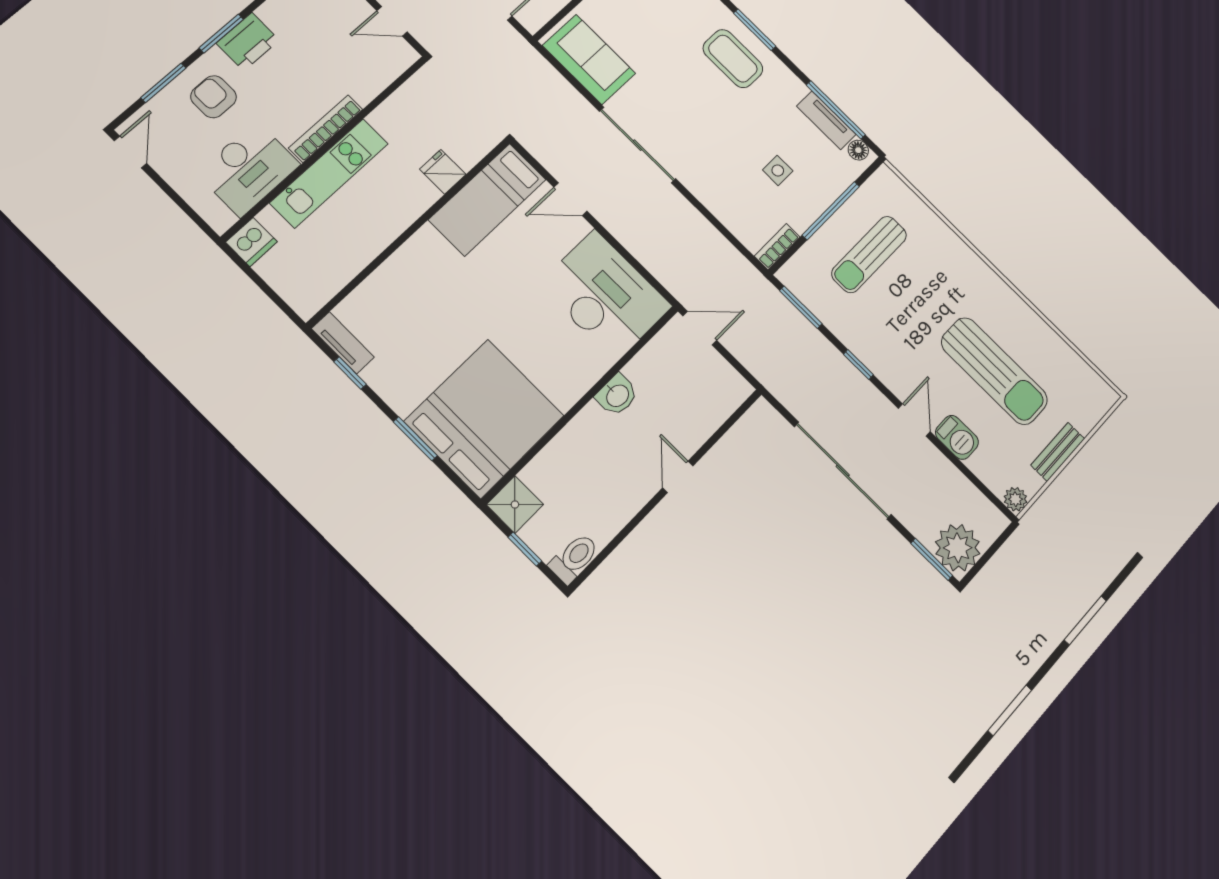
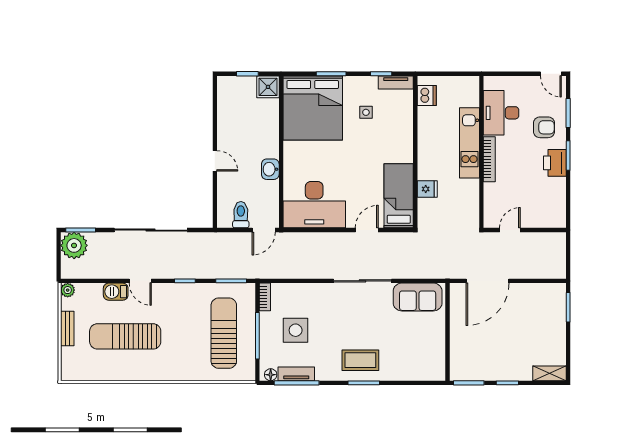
side table: (778, 170) -> (296, 330), width x1.87, depth x1.87
dishwasher: (251, 242) -> (427, 95), moved, turned 180
sun lounger: (869, 254) -> (224, 333), width x1.36, depth x1.34
side table: (421, 344) -> (366, 112), added
toilet: (574, 558) -> (241, 215), moved, turned 180

